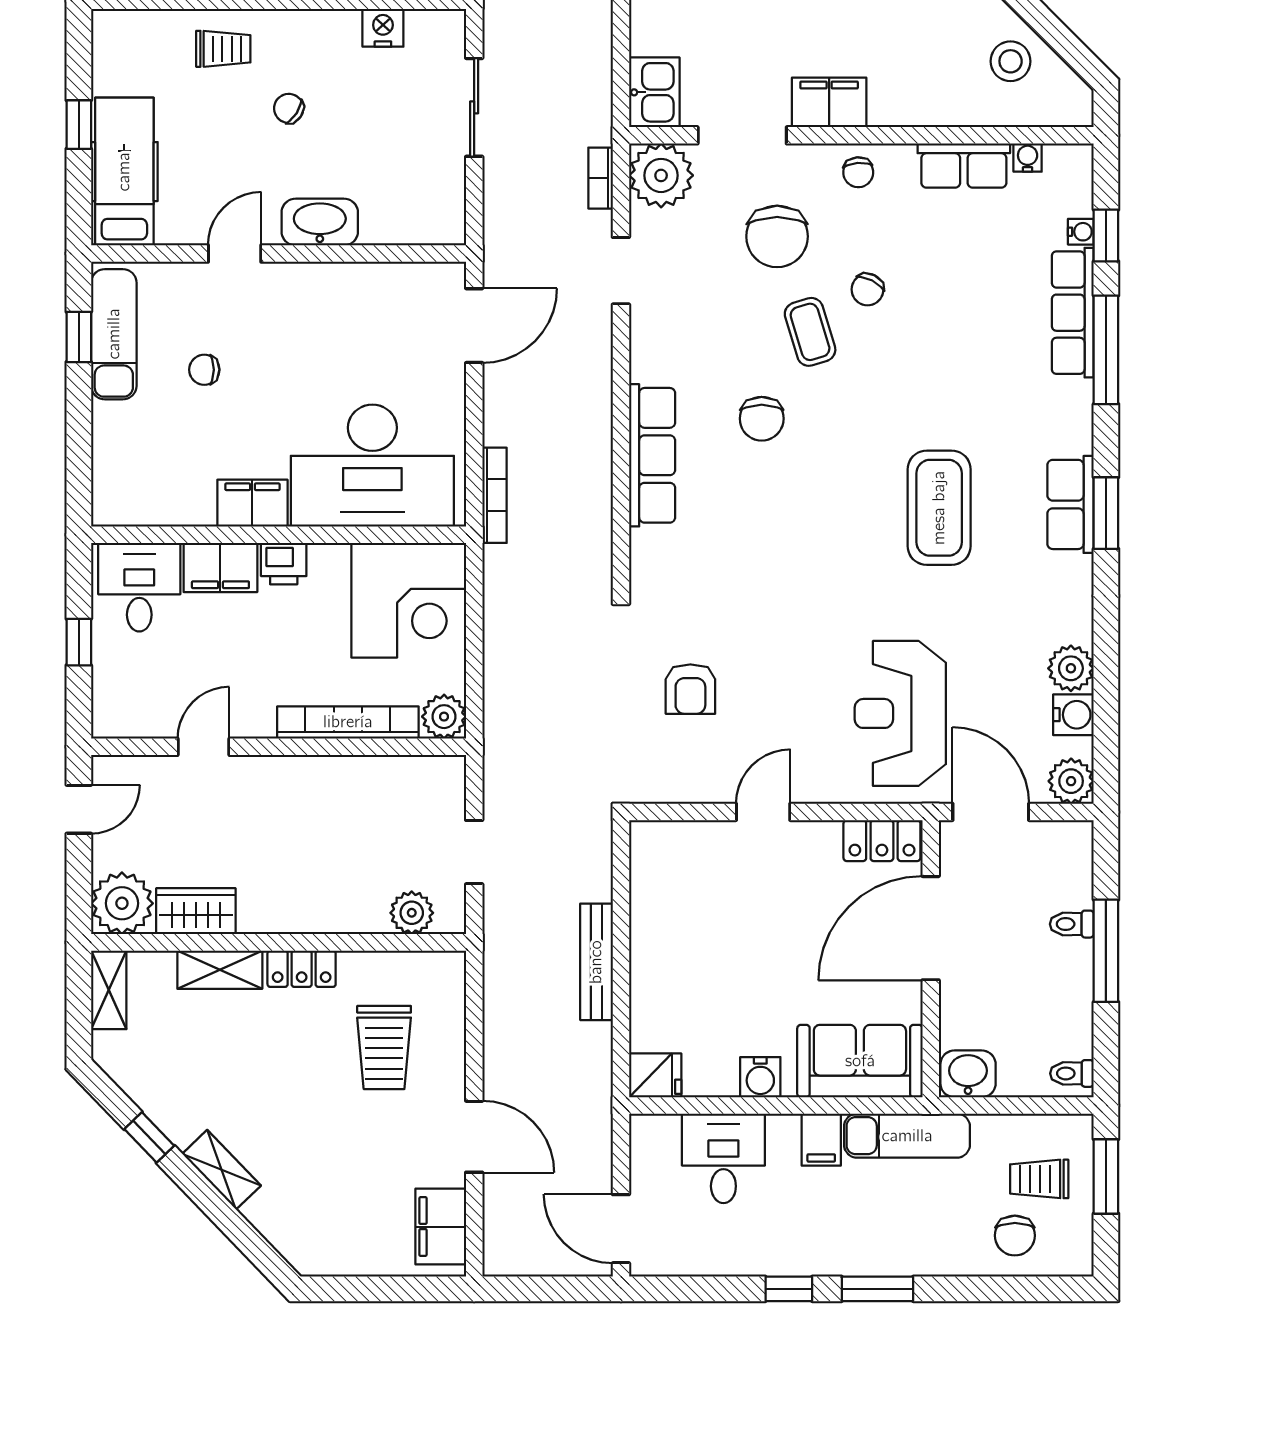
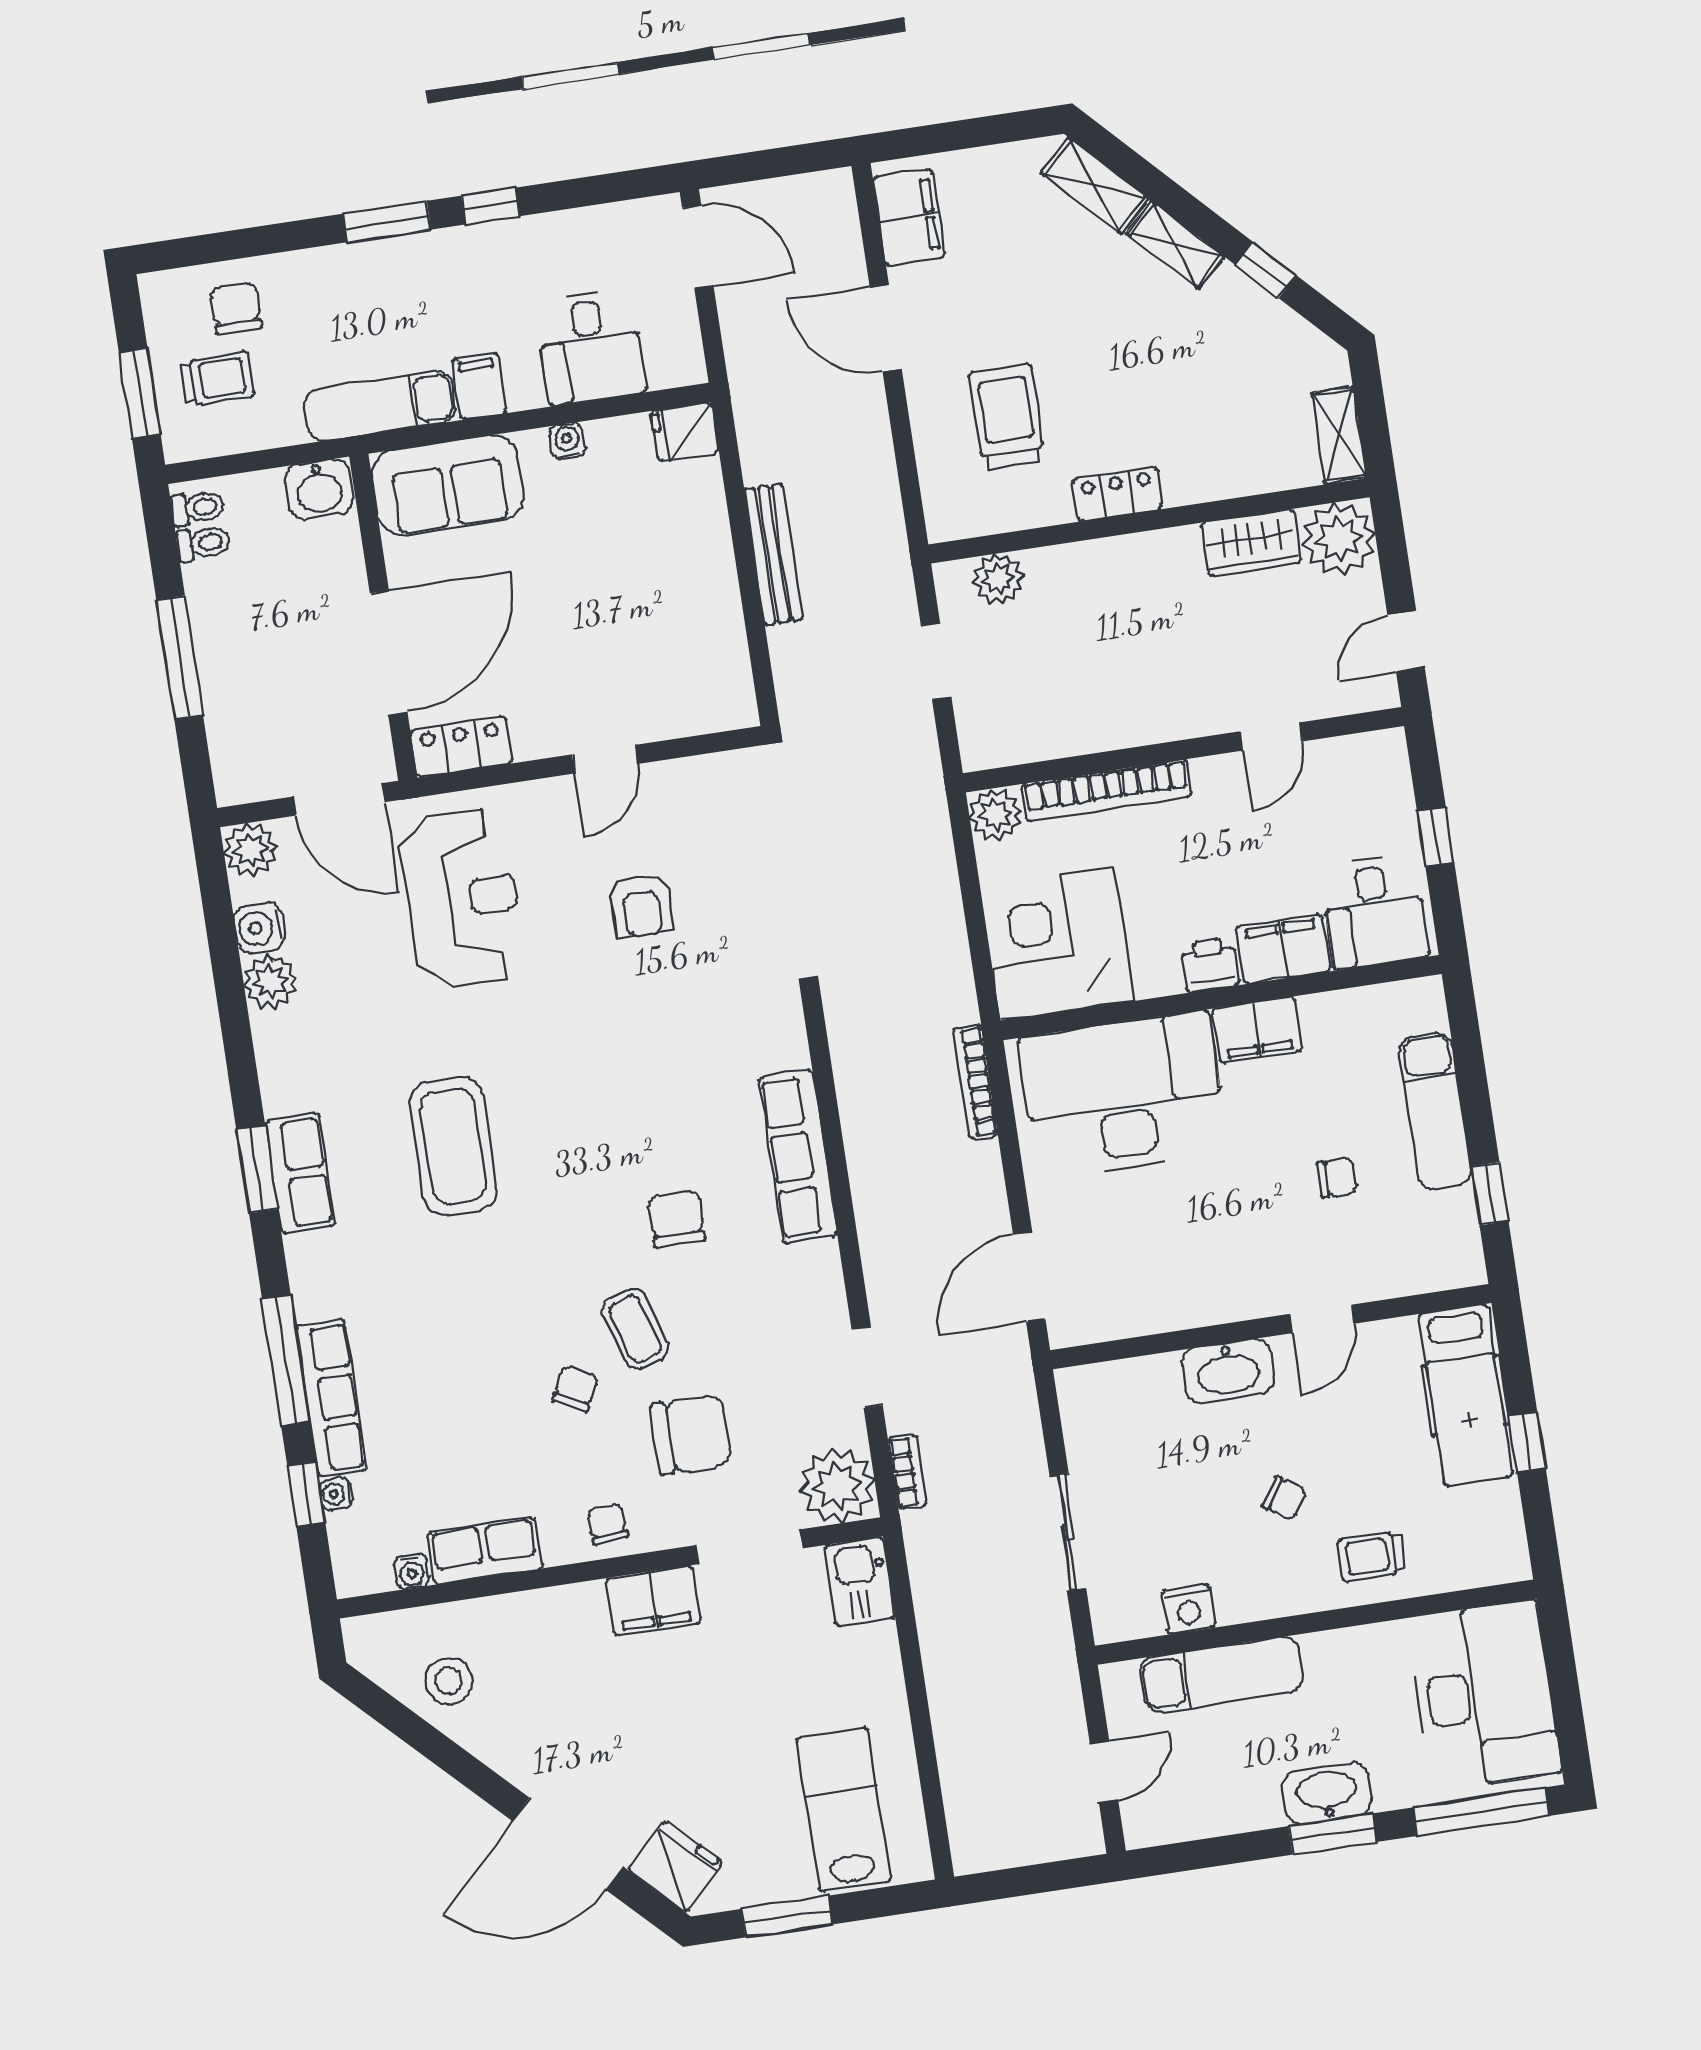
chair: (777, 236) -> (691, 1435), turned 90
exam couch: (114, 334) -> (1435, 1111), moved
armchair: (690, 689) -> (641, 905), moved, turned 180
toilet: (1072, 924) -> (203, 543), moved
shelving: (220, 970) -> (1095, 186), moved, turned 46
water cooler: (760, 1077) -> (567, 441), width x0.72, depth x0.72

